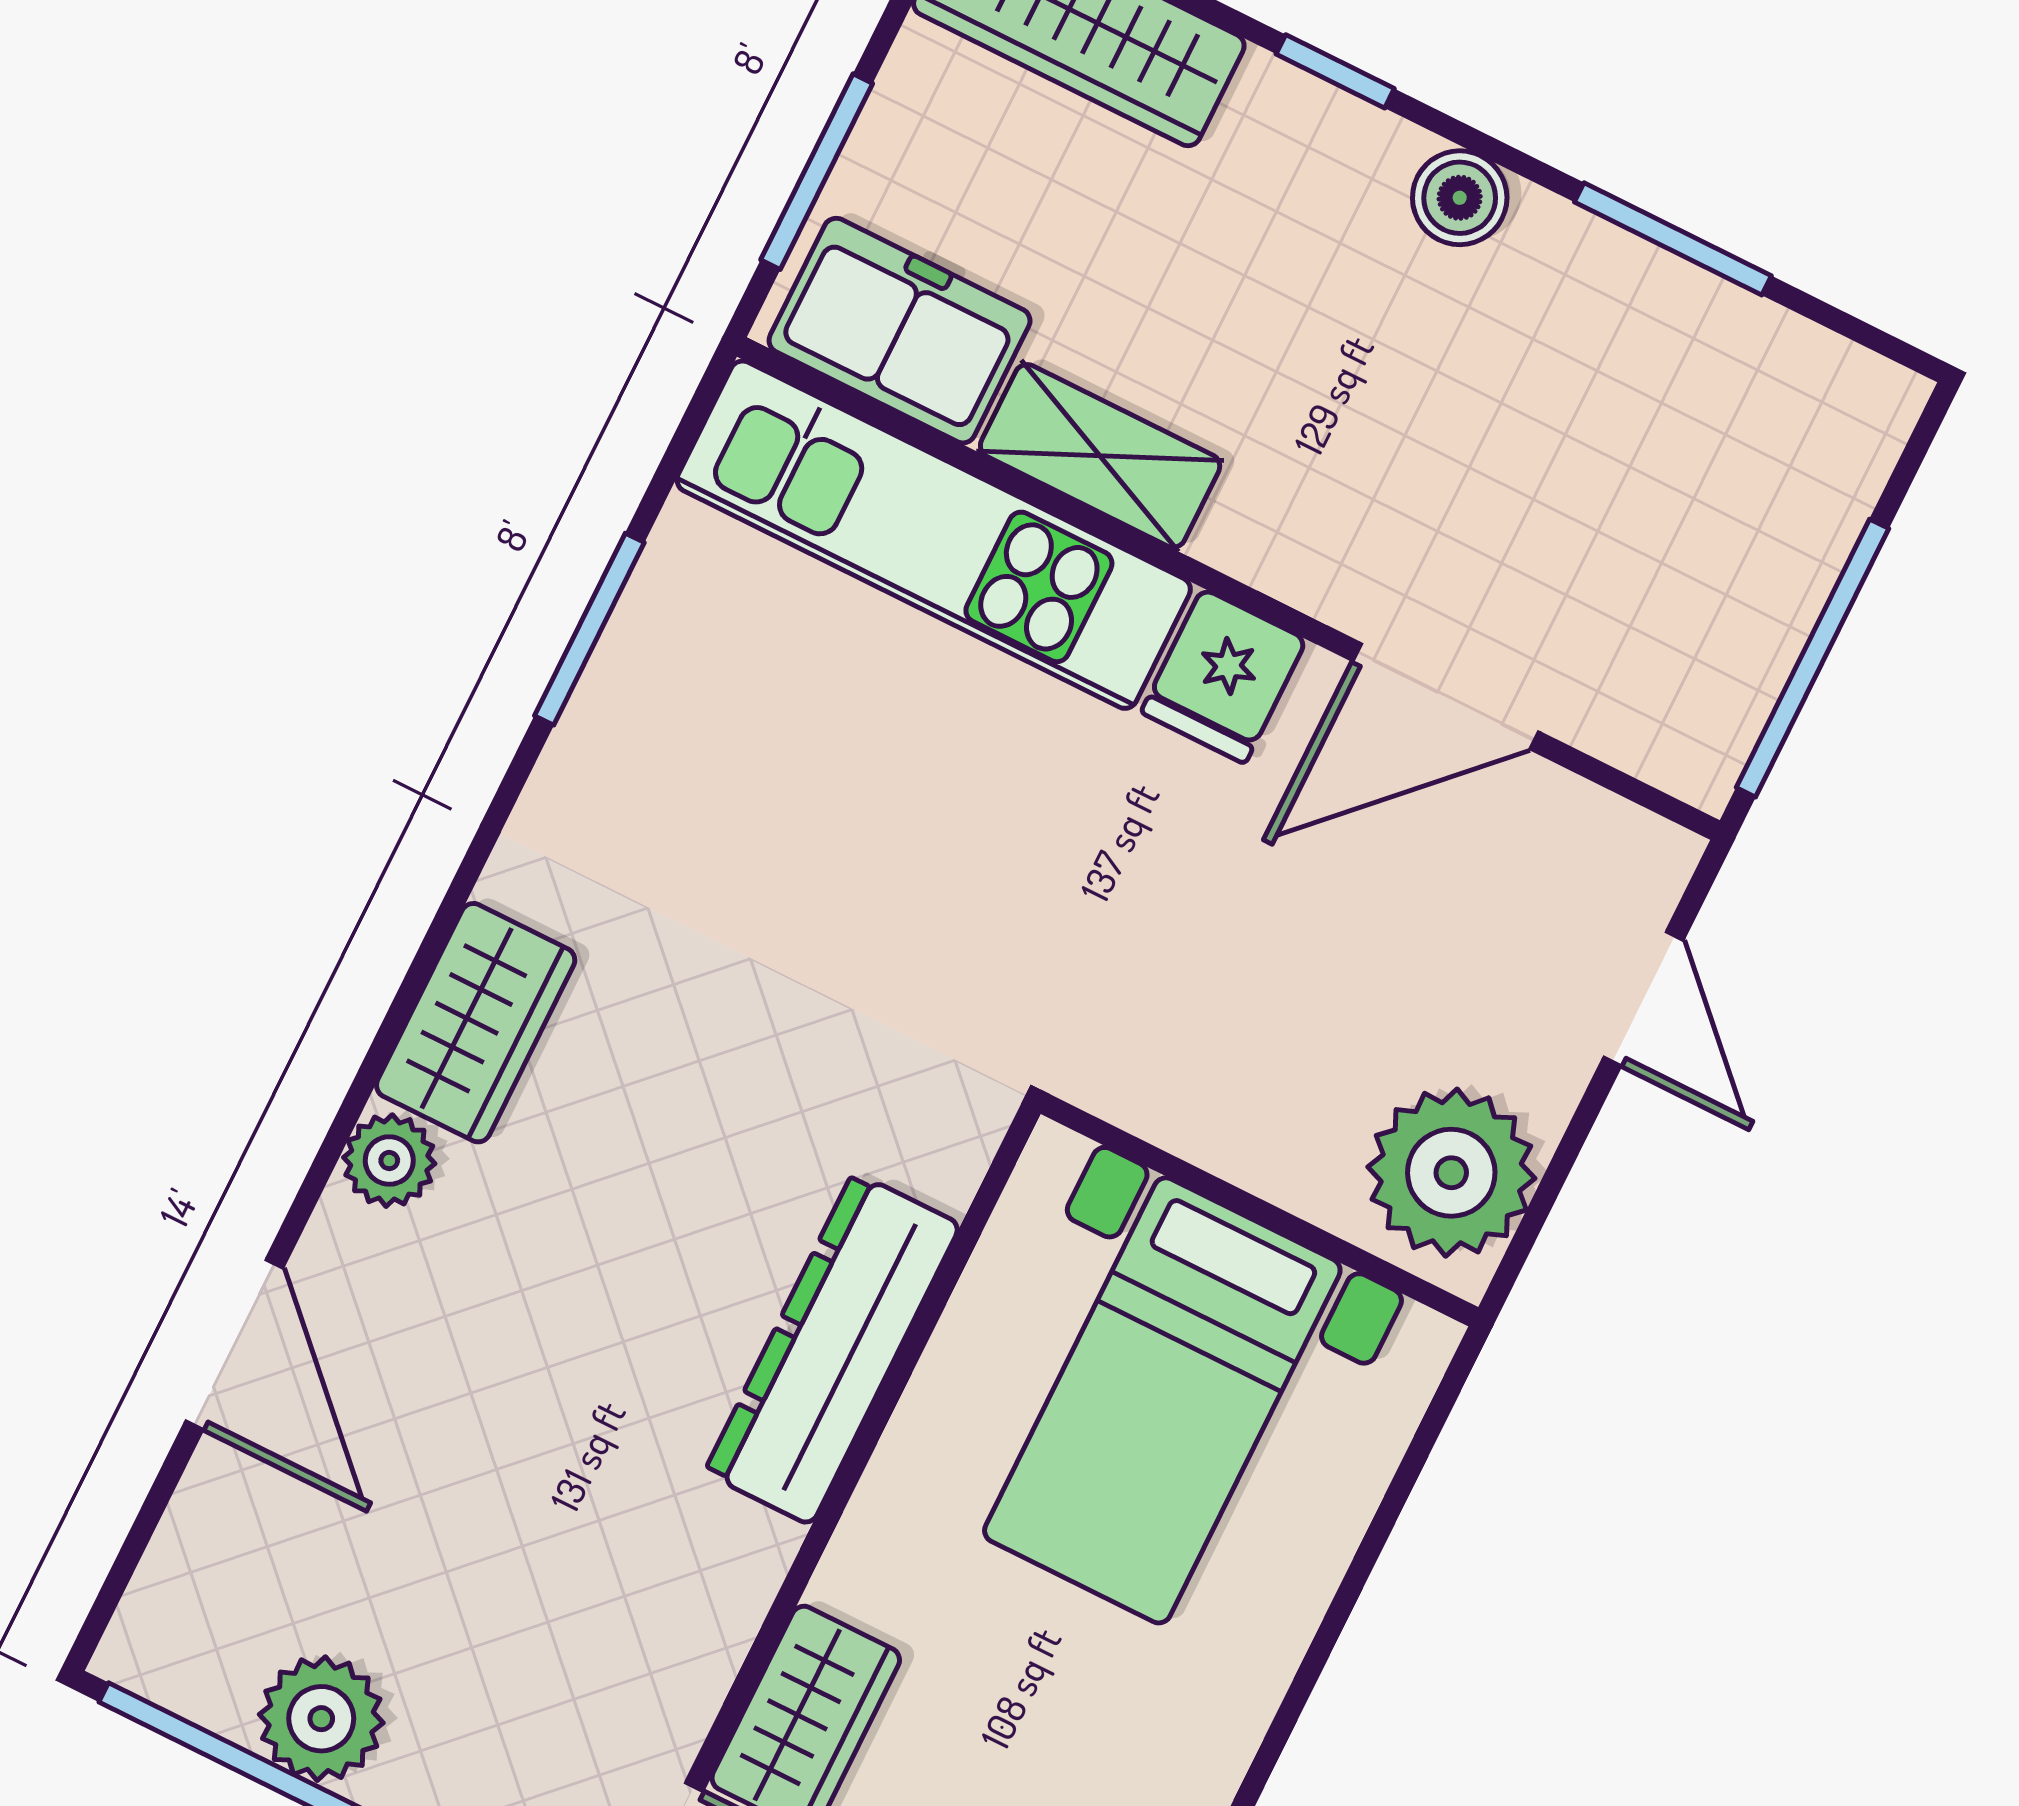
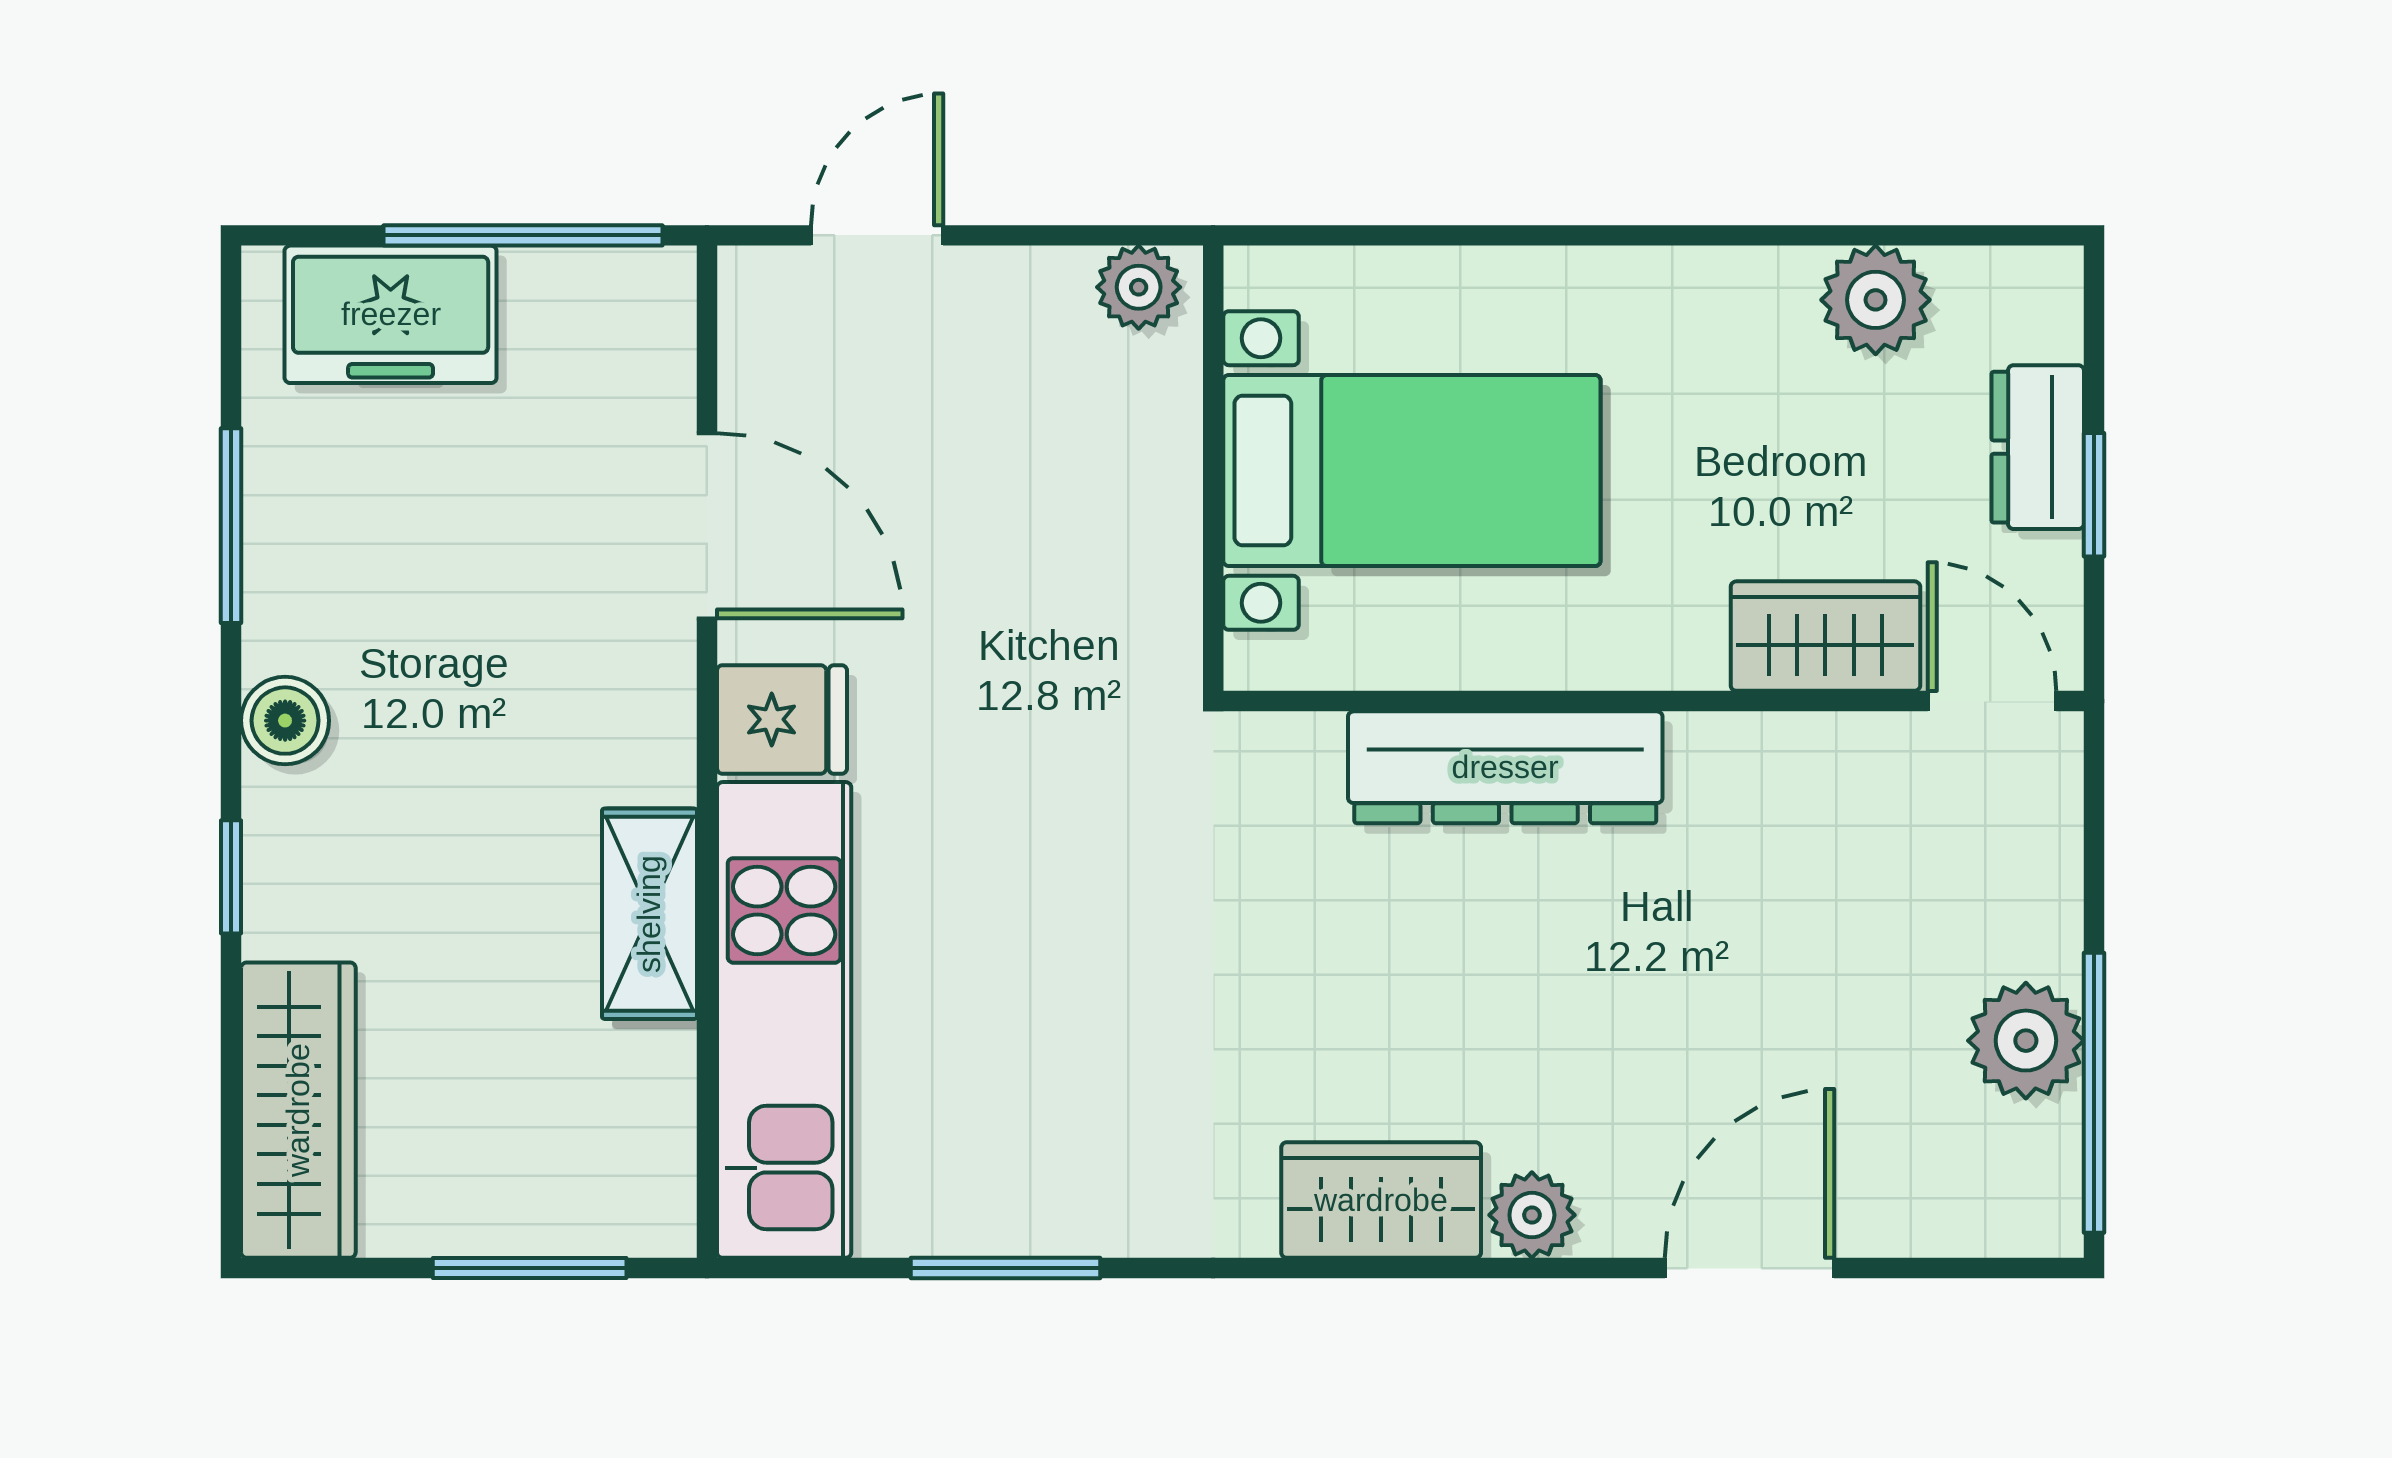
freezer: (900, 331) -> (391, 314), moved, turned -90
plant: (1451, 1173) -> (1139, 287), width x0.53, depth x0.53

